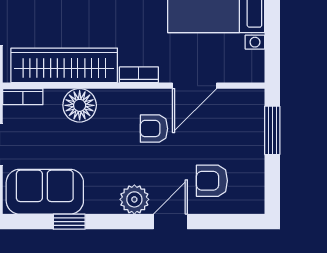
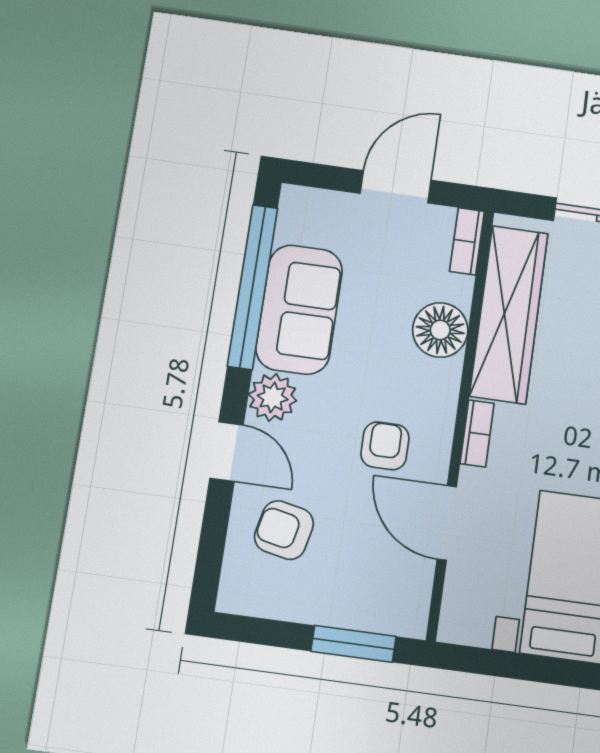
armchair: (212, 181) -> (284, 530), turned -78
sofa: (45, 192) -> (299, 309), moved
window: (69, 222) -> (253, 287), width x3.17

